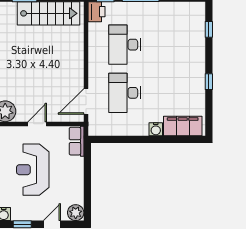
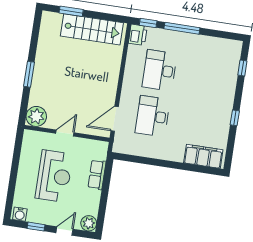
water cooler: (156, 129) -> (177, 155), removed
row of seats: (77, 141) -> (97, 175), moved
reception desk: (33, 170) -> (54, 176), turned 180

